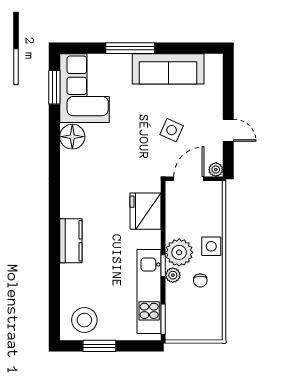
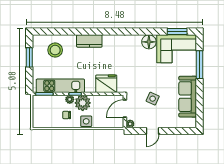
window: (130, 48) -> (200, 65), moved
door: (189, 179) -> (125, 108), swing flipped
stool: (84, 320) -> (55, 50), moved

